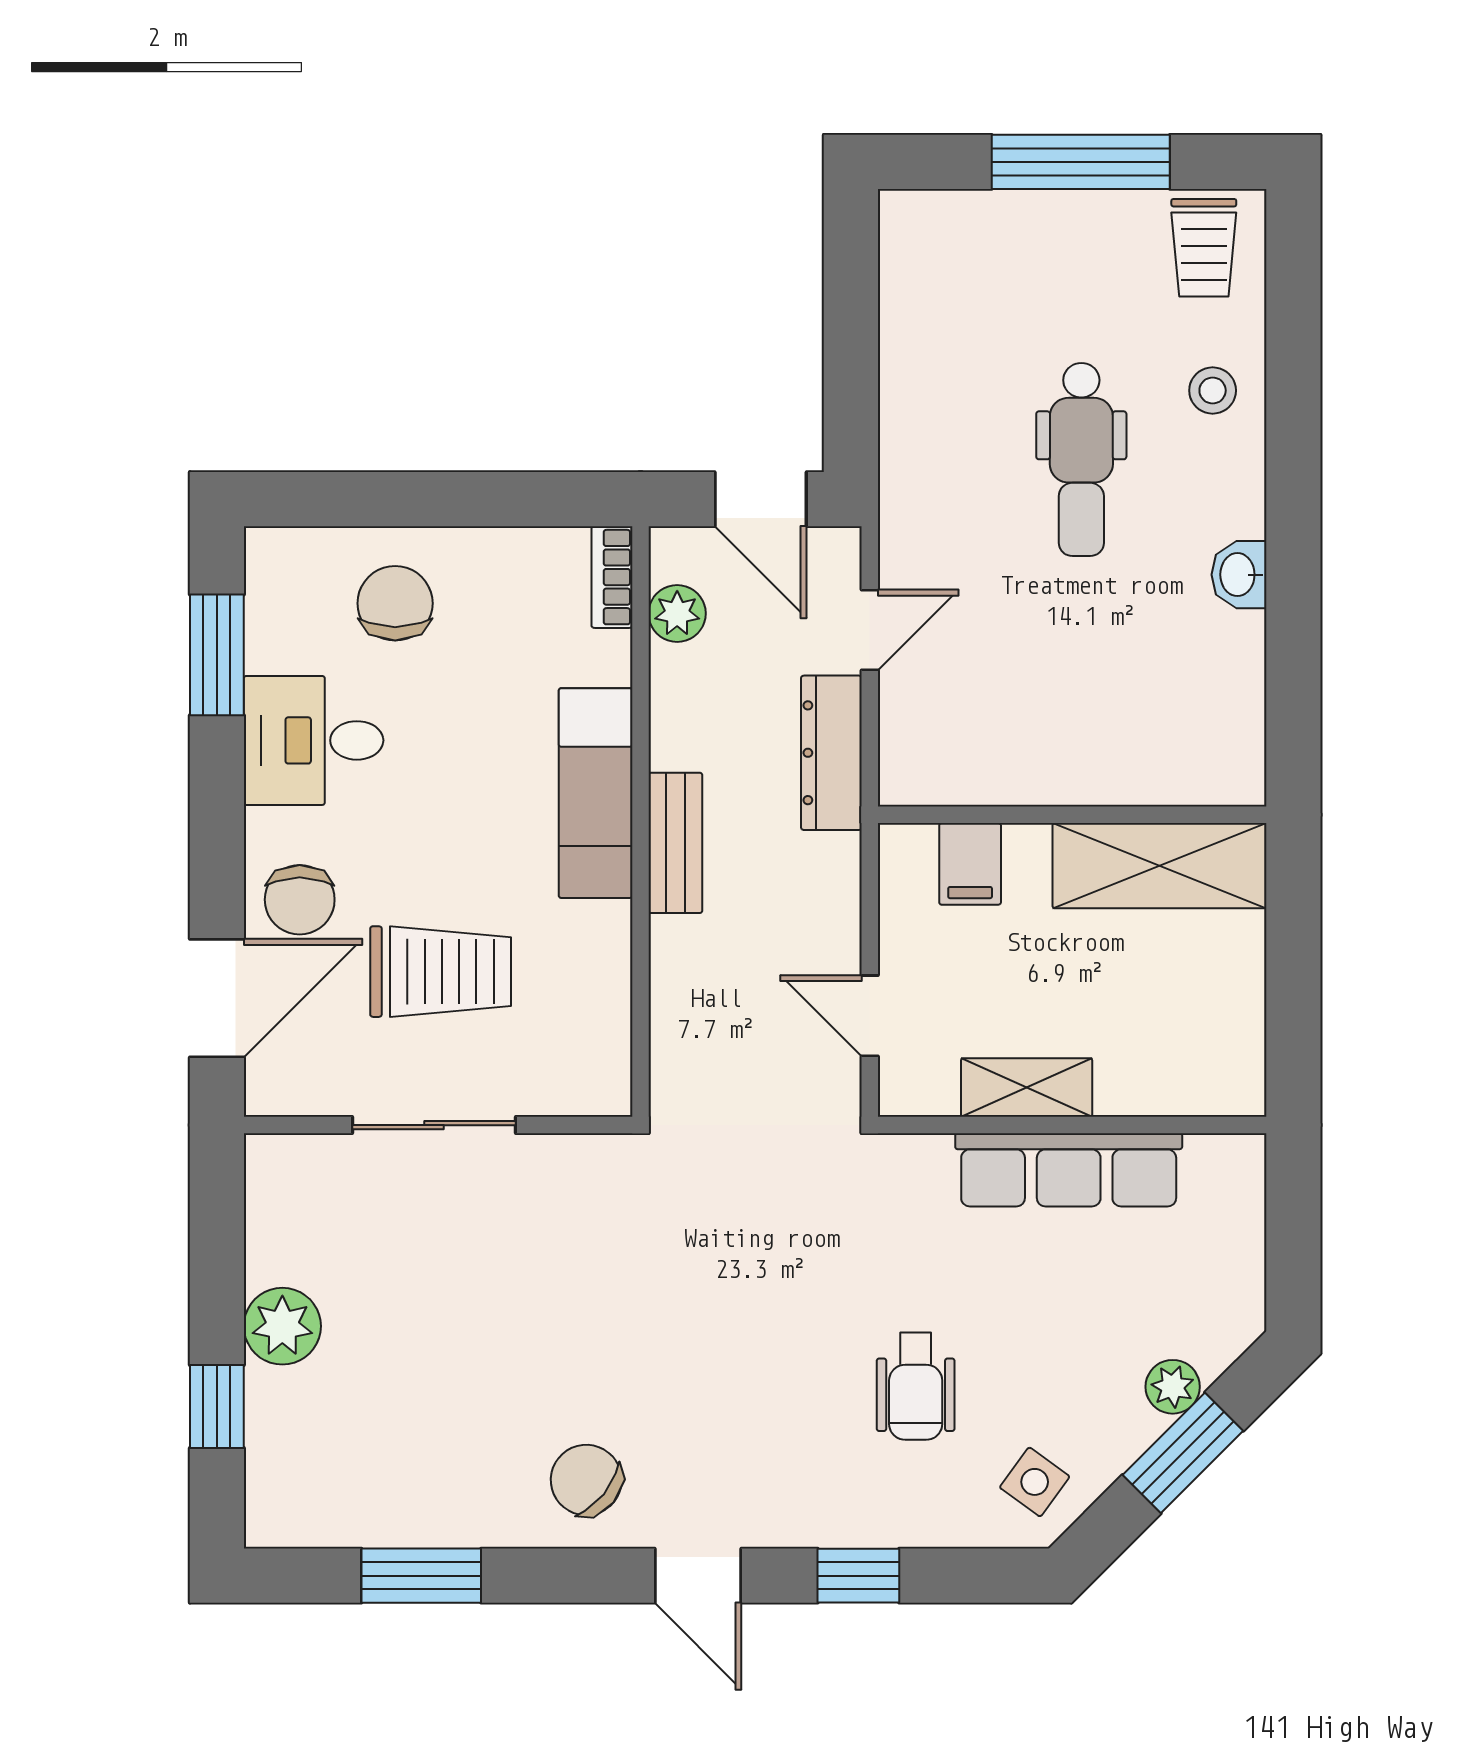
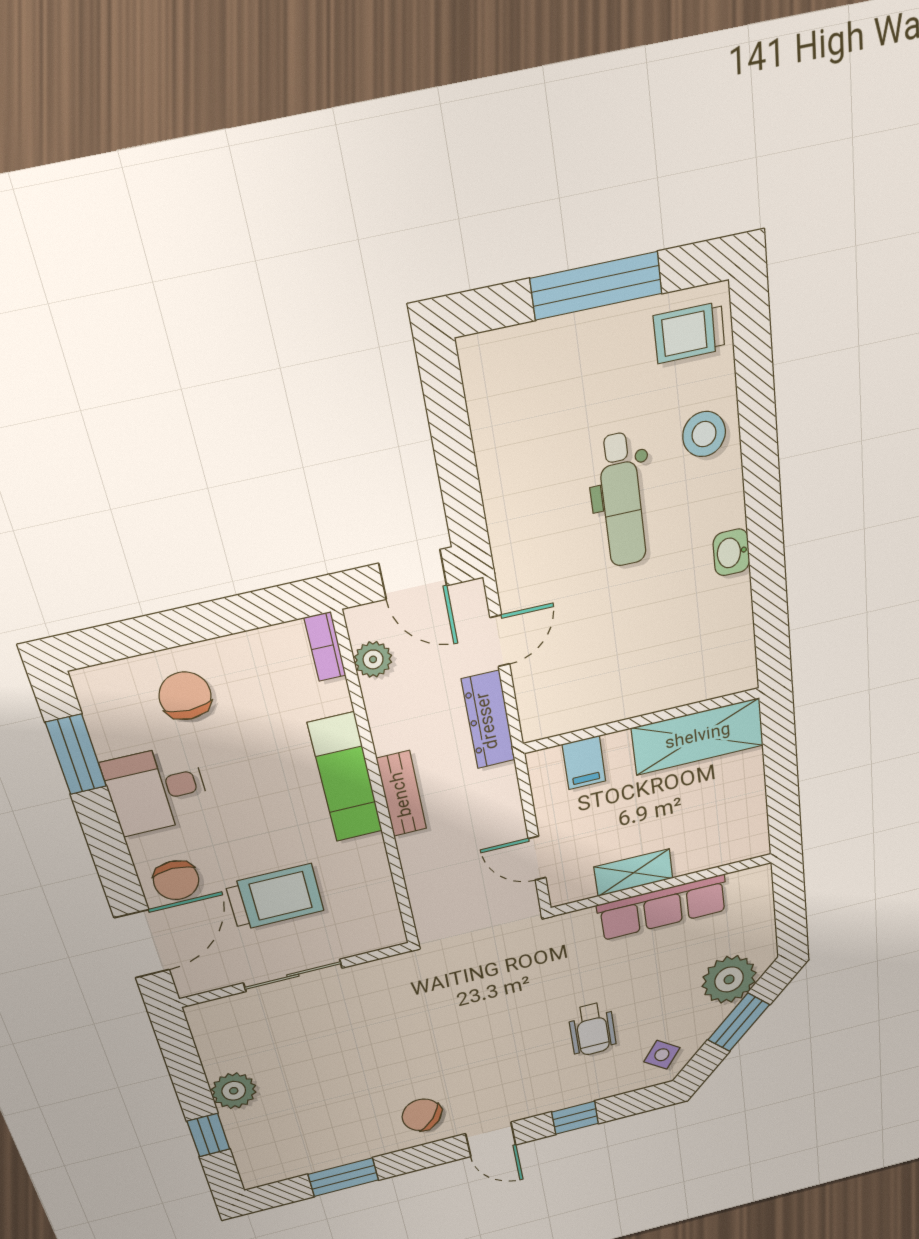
trolley: (1204, 248) -> (689, 333), turned 90
stool: (1213, 390) -> (704, 434), width x1.37, depth x1.37
plant: (1173, 1387) -> (729, 979), width x1.88, depth x1.88

